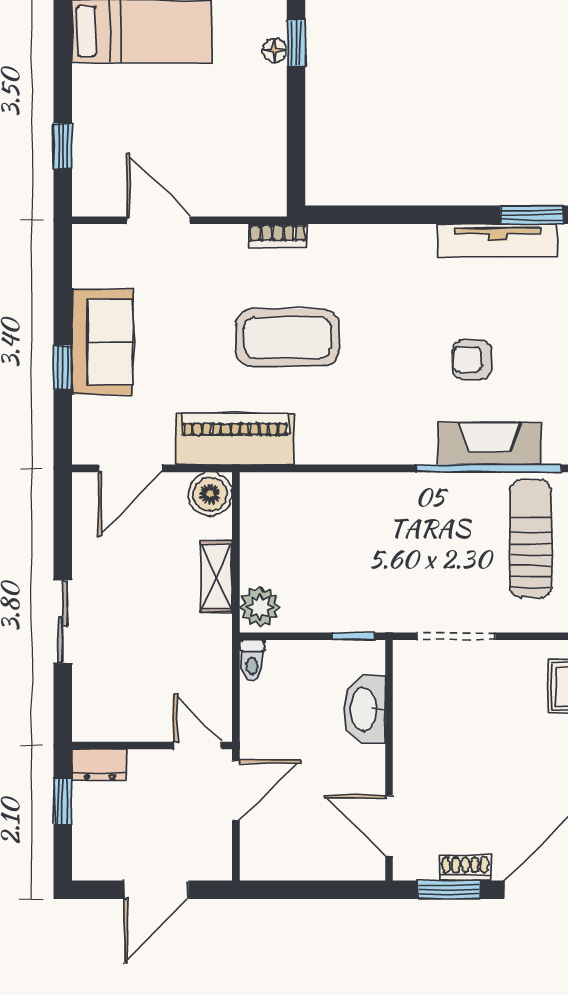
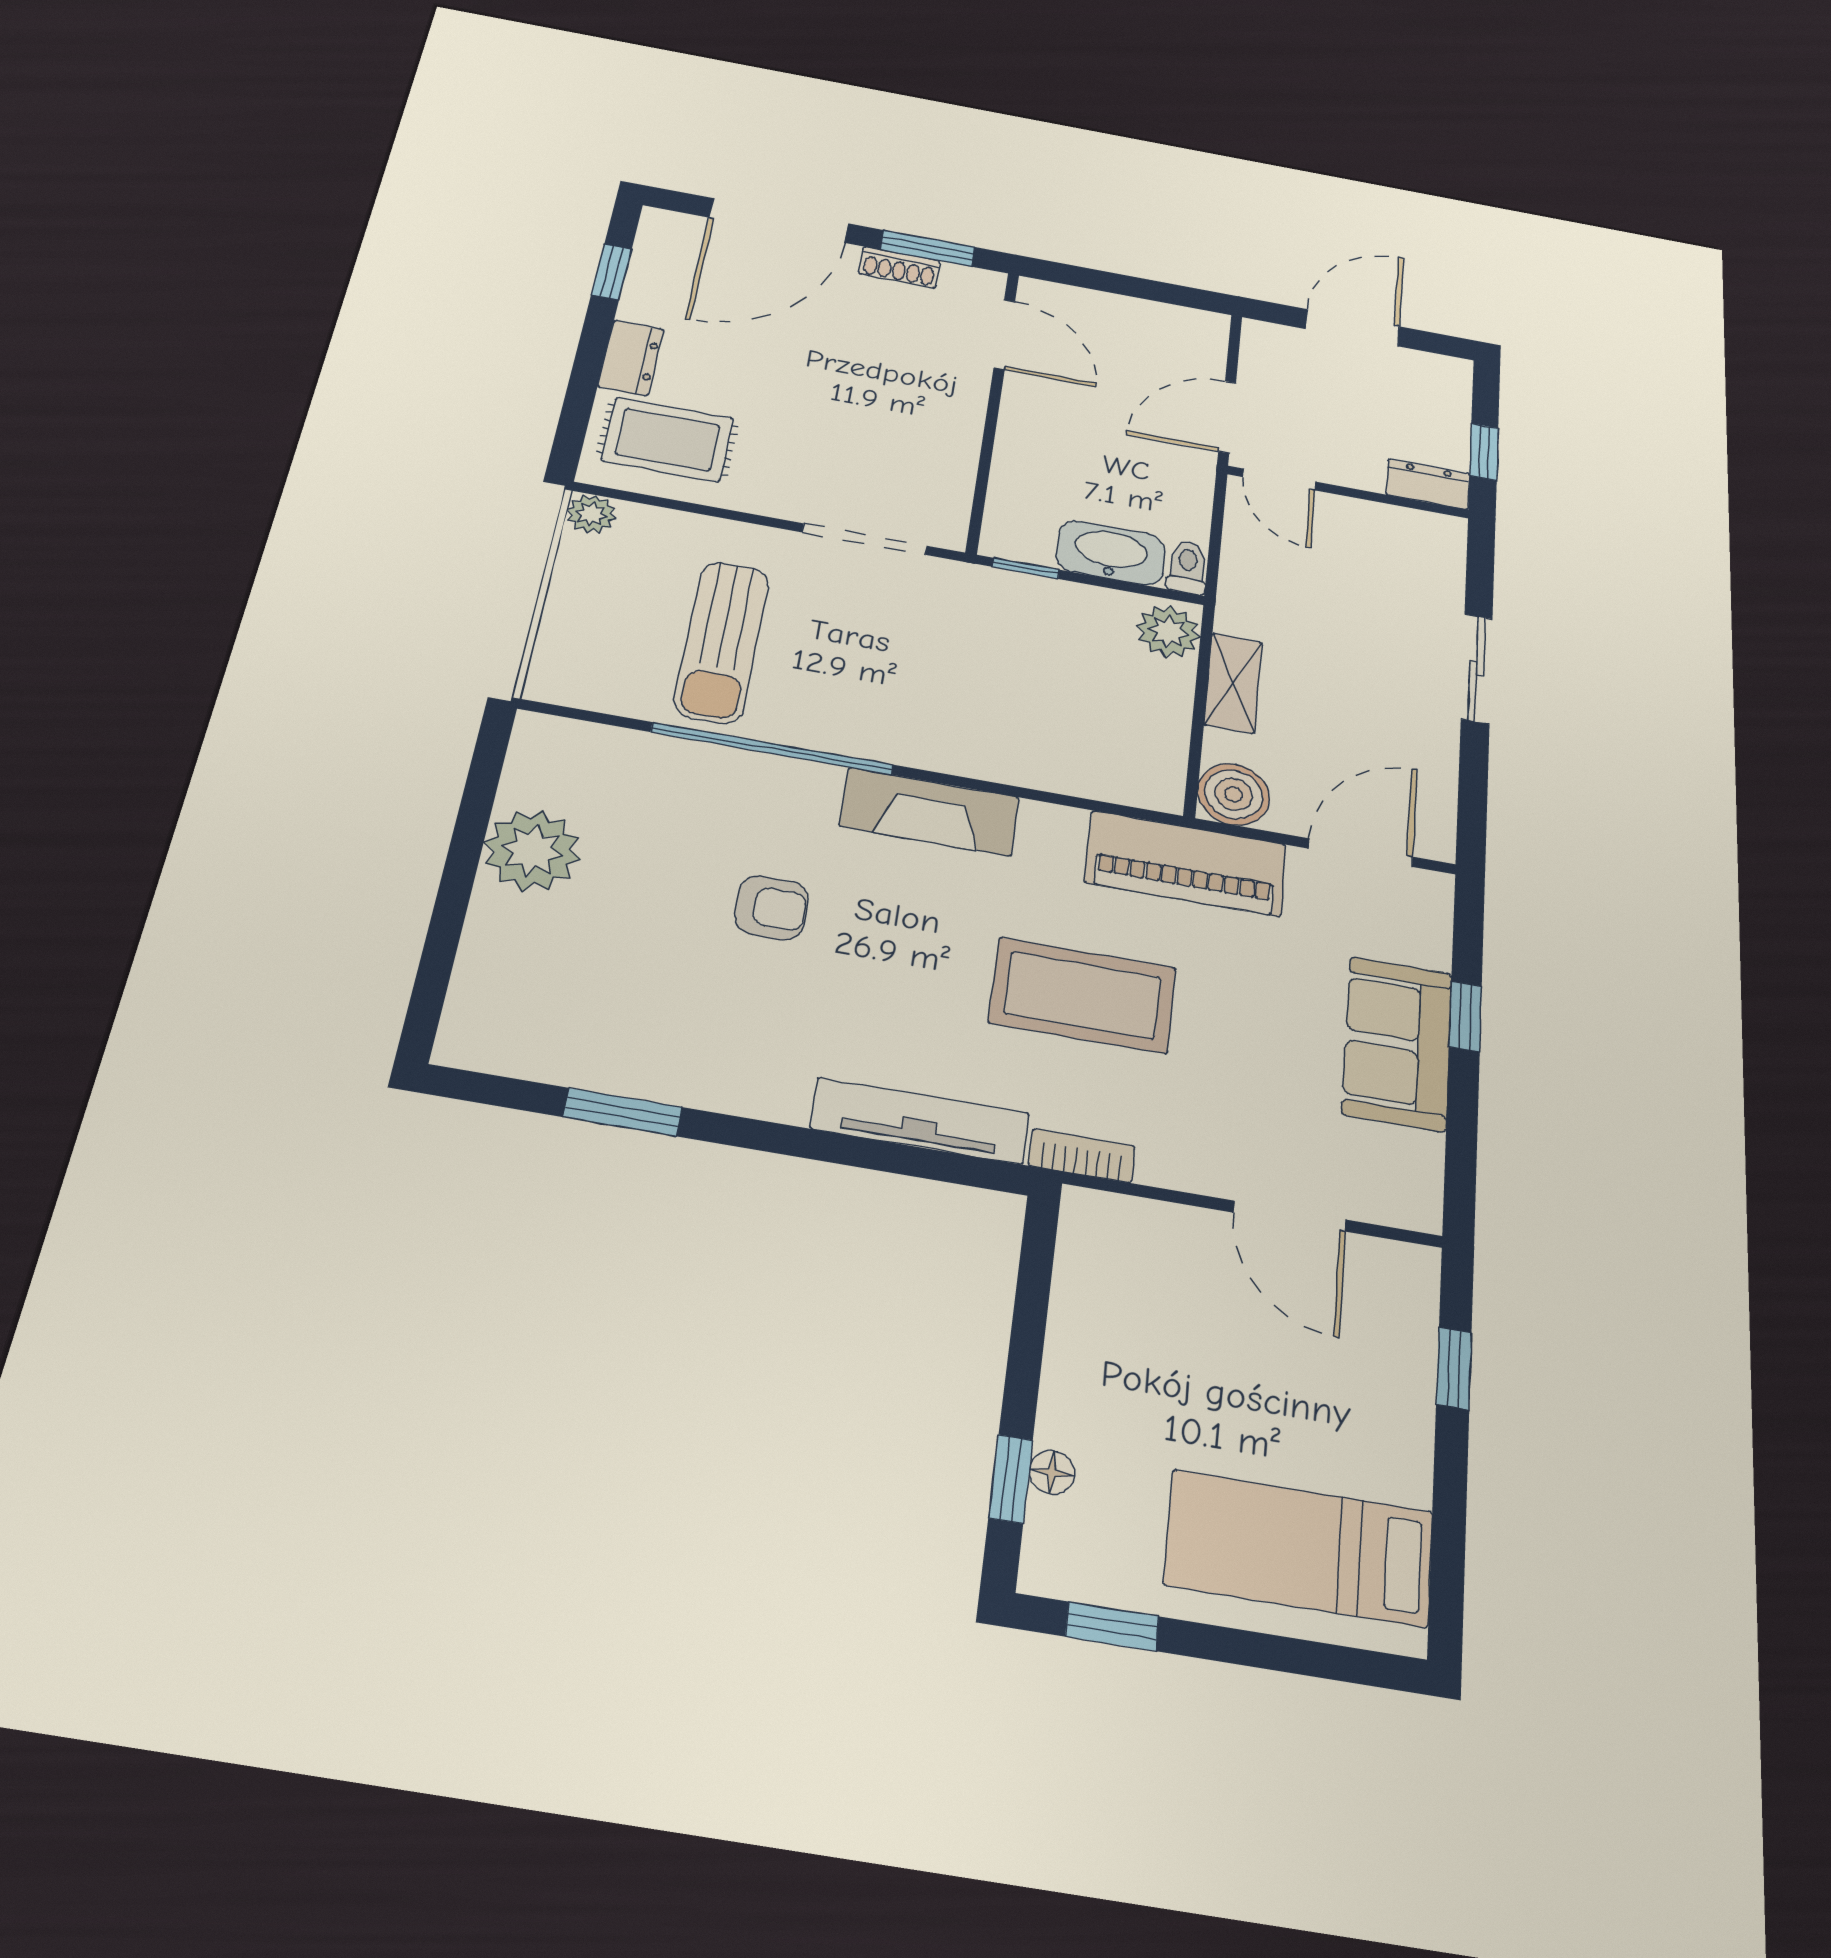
tv unit: (498, 240) -> (920, 1121), moved
fireplace: (490, 444) -> (929, 812), moved
washbasin: (365, 709) -> (1111, 553), moved, turned -90

